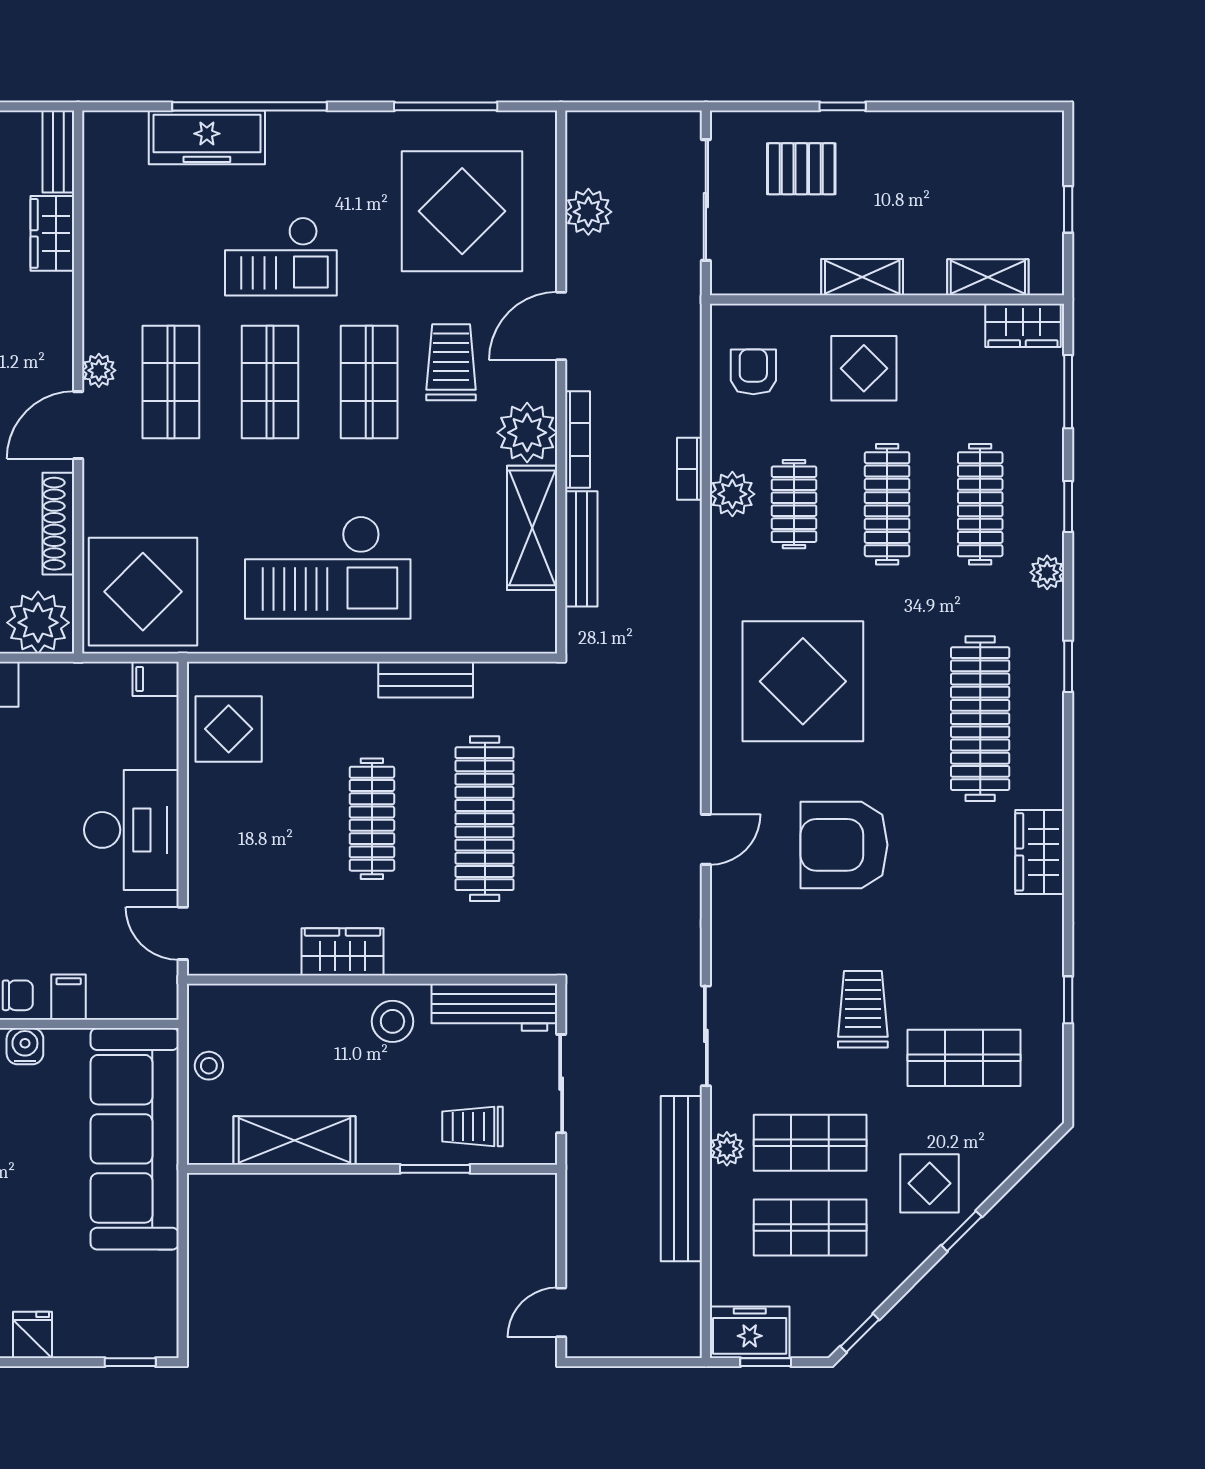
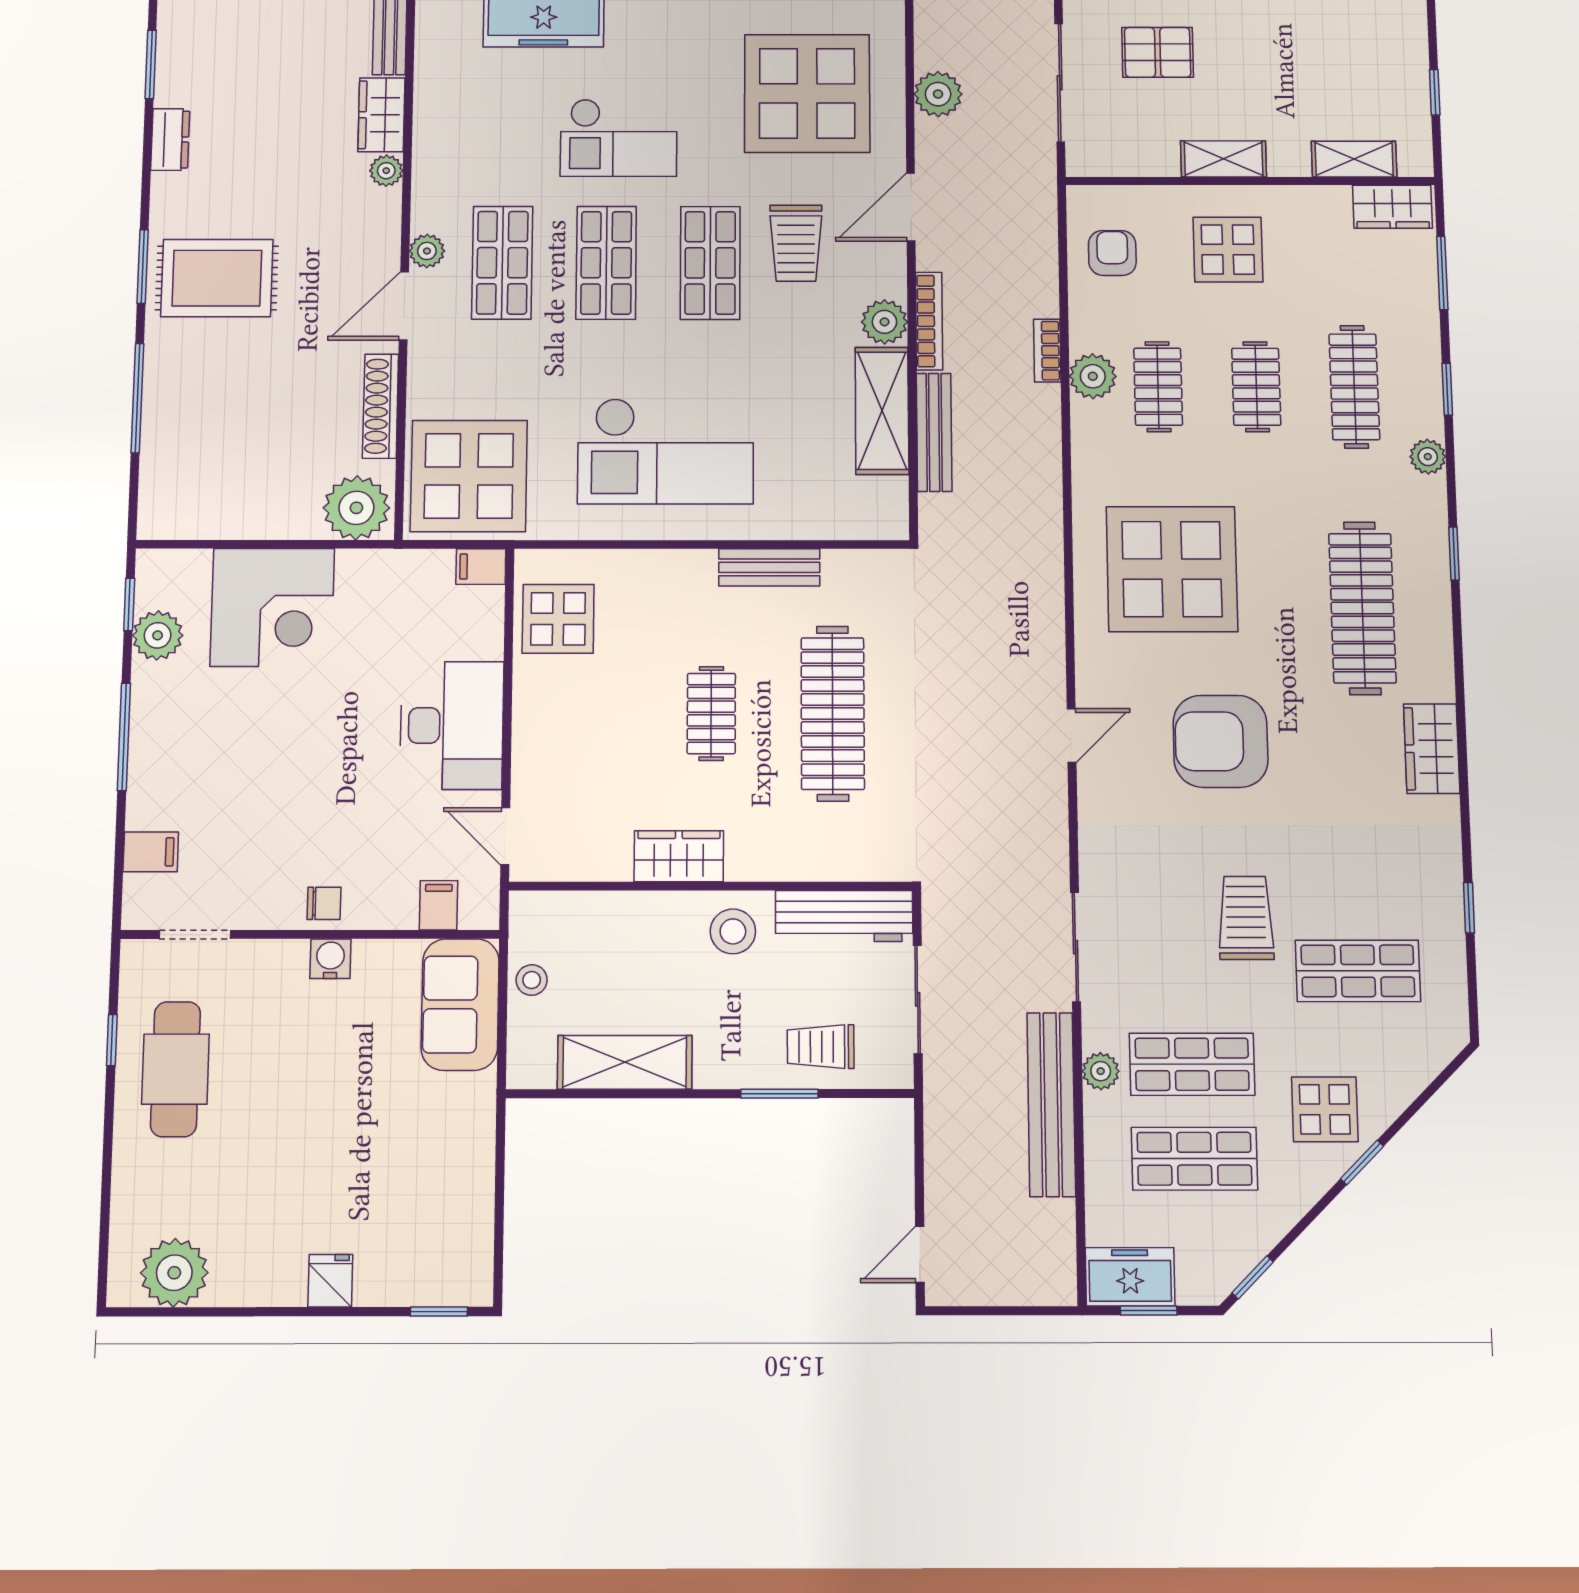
plant: (58, 290) -> (386, 171), added
trolley: (451, 362) -> (796, 243), turned 180
plant: (527, 433) -> (884, 322), width x0.73, depth x0.73
clothes rail: (887, 504) -> (1256, 387), width x0.73
clothes rail: (372, 819) -> (711, 713), width x0.73
filing cabinet: (69, 997) -> (439, 905), moved
sofa: (135, 1139) -> (460, 1004), width x0.54, depth x0.79

